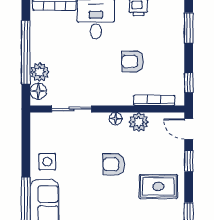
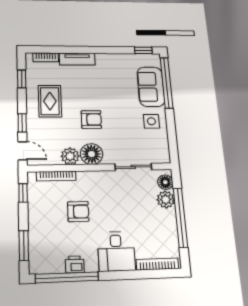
floor lamp: (116, 119) -> (92, 154), width x1.89, depth x1.89
rug: (158, 186) -> (50, 101), turned 90

